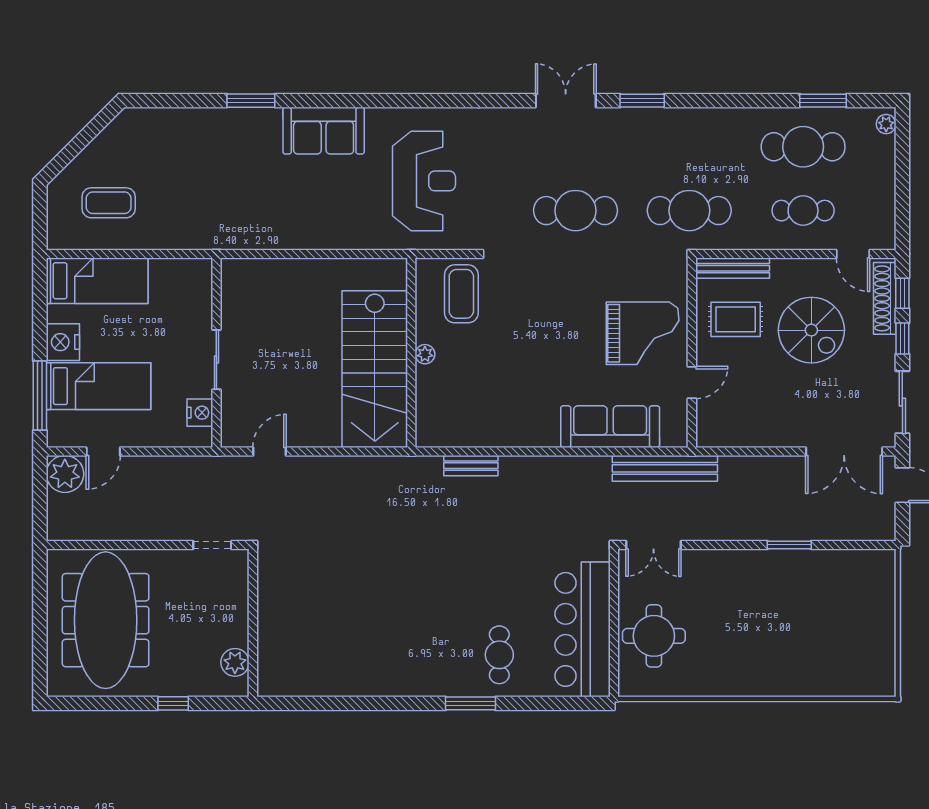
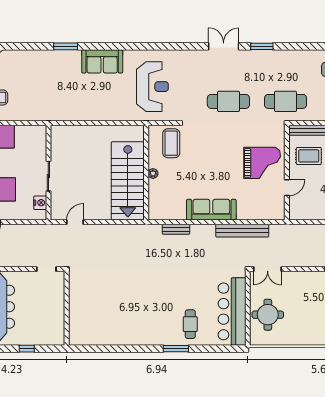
sofa: (610, 427) -> (211, 210), moved
bench: (665, 468) -> (242, 231), moved
plant: (235, 662) -> (58, 328), removed

